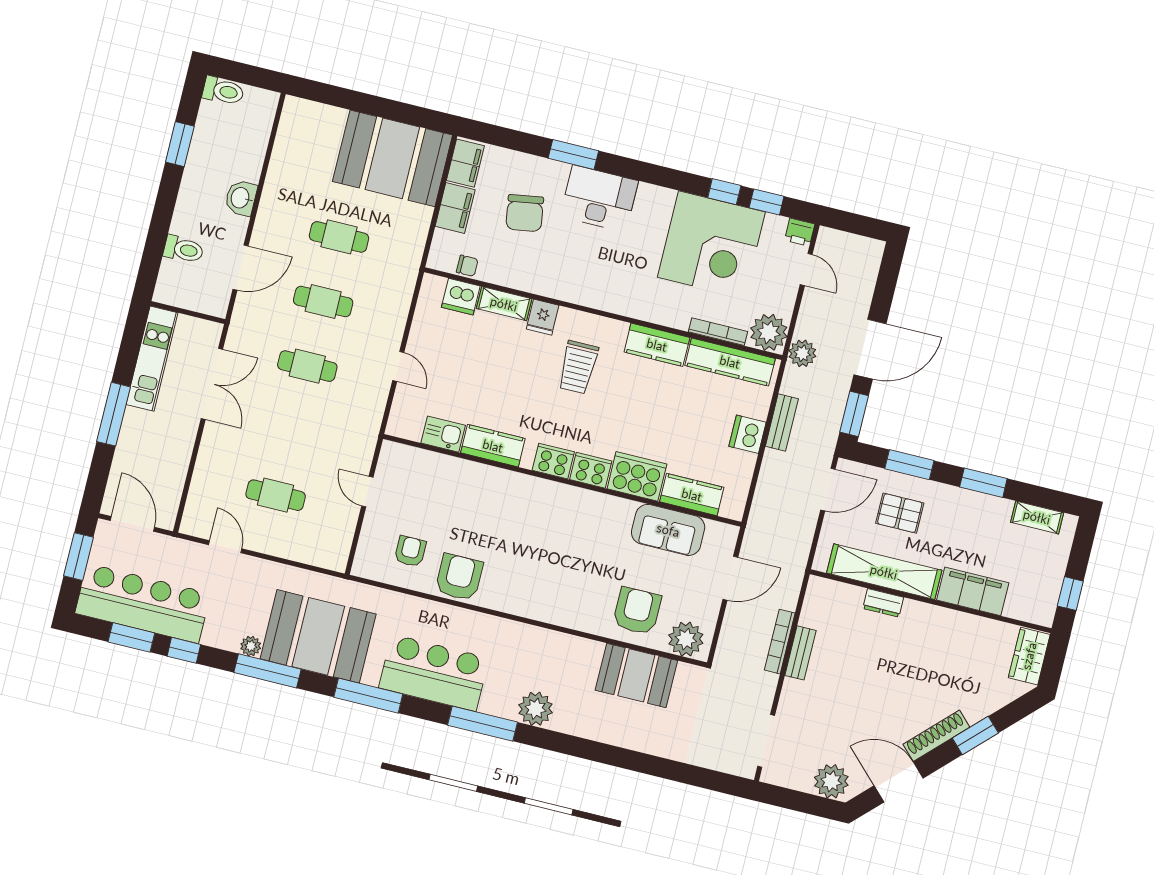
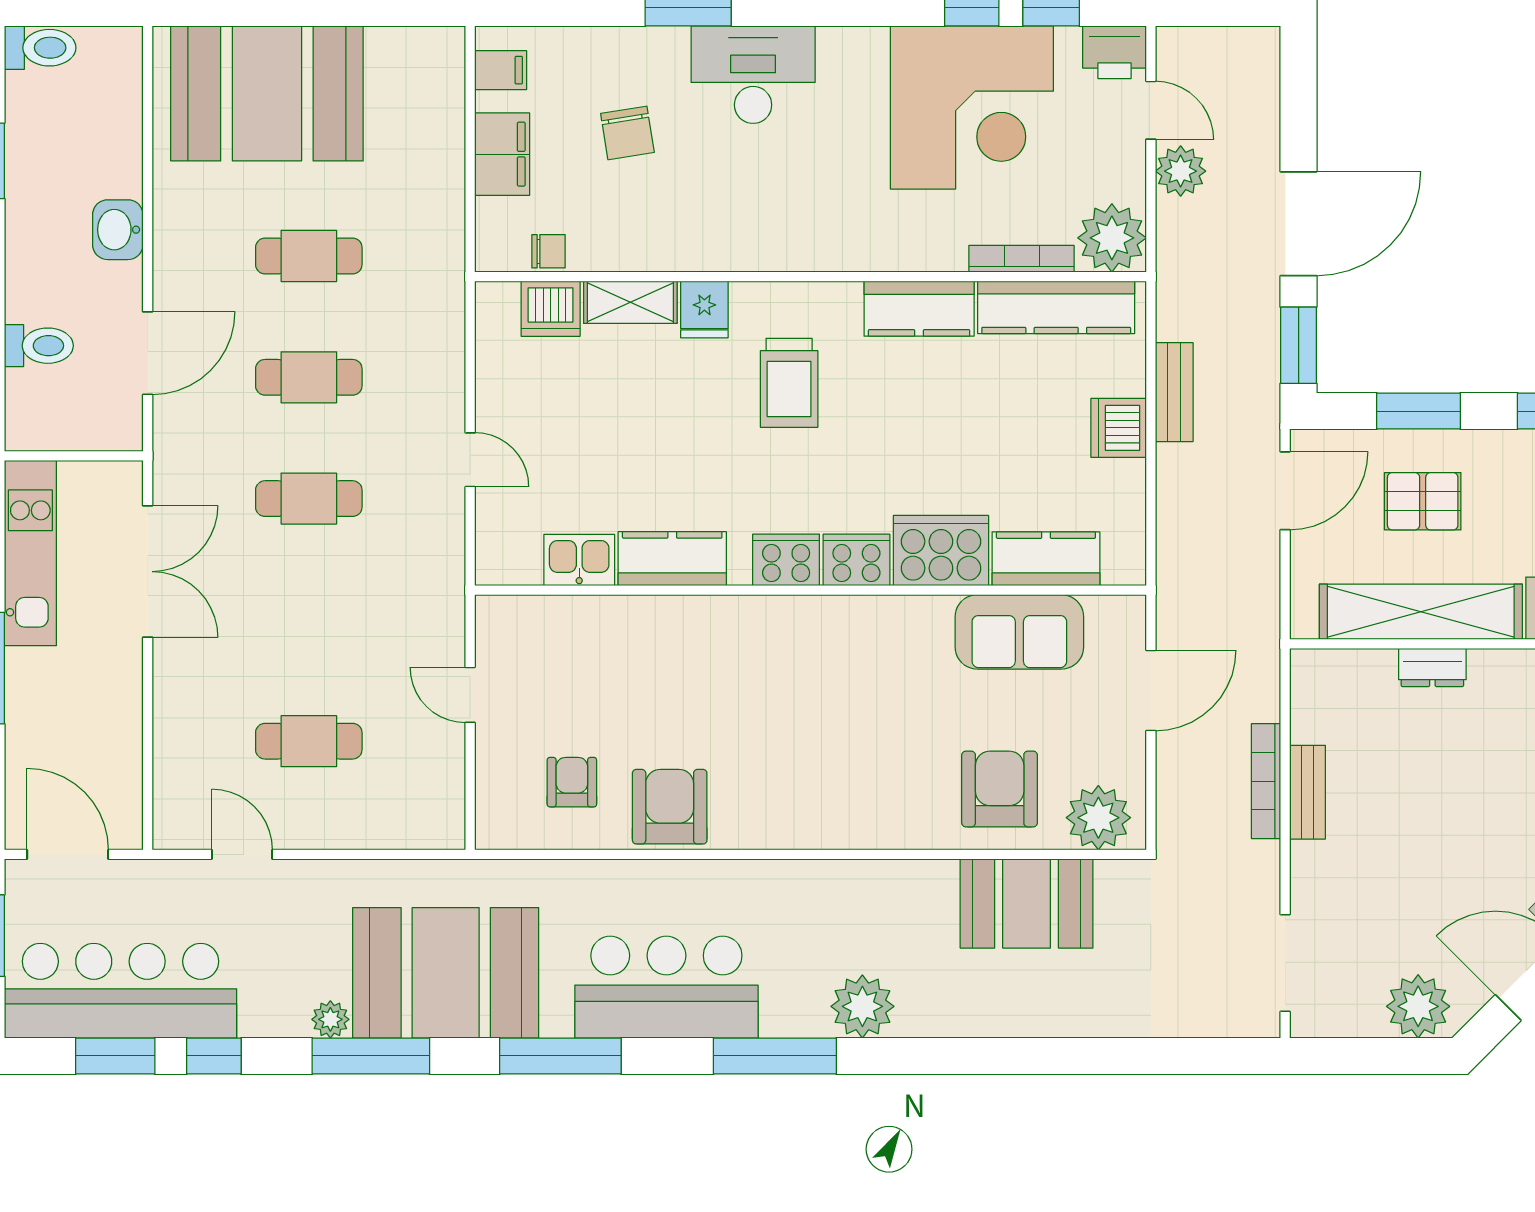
booth: (392, 158) -> (267, 93), moved
filing cabinet: (465, 163) -> (501, 70), width x0.50
chair: (525, 213) -> (627, 133), width x0.73, depth x0.73
printer: (800, 232) -> (1114, 52), width x1.36, depth x1.24
plant: (802, 353) -> (1181, 171), moved

